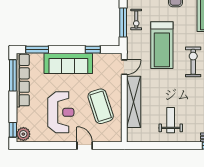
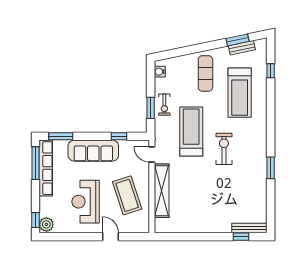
window: (123, 23) -> (151, 108), width x0.69
treadmill: (162, 45) -> (191, 132), turned 180
door: (124, 67) -> (152, 155), swing flipped
reception desk: (61, 112) -> (86, 202), turned 180
weight bench: (171, 120) -> (200, 210), removed

